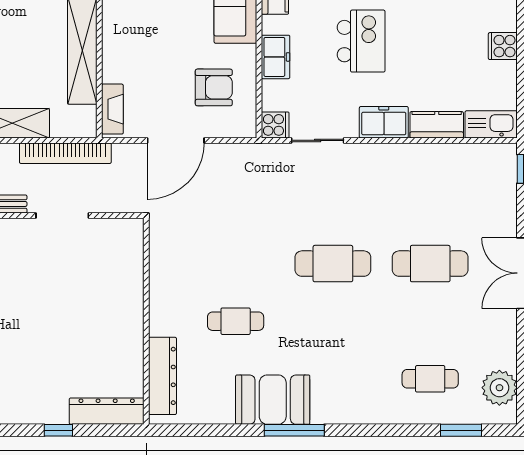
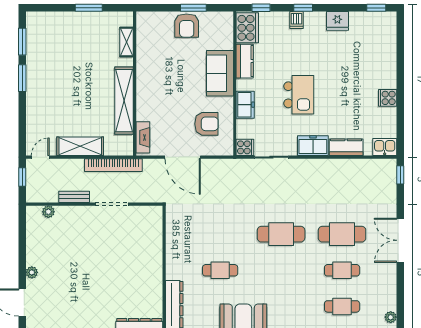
kitchen sink: (491, 124) -> (385, 147), width x0.73
door: (176, 140) -> (183, 157), hinge flipped
cafe table: (430, 321) -> (342, 270), added
plant: (499, 388) -> (391, 317), width x0.53, depth x0.53

